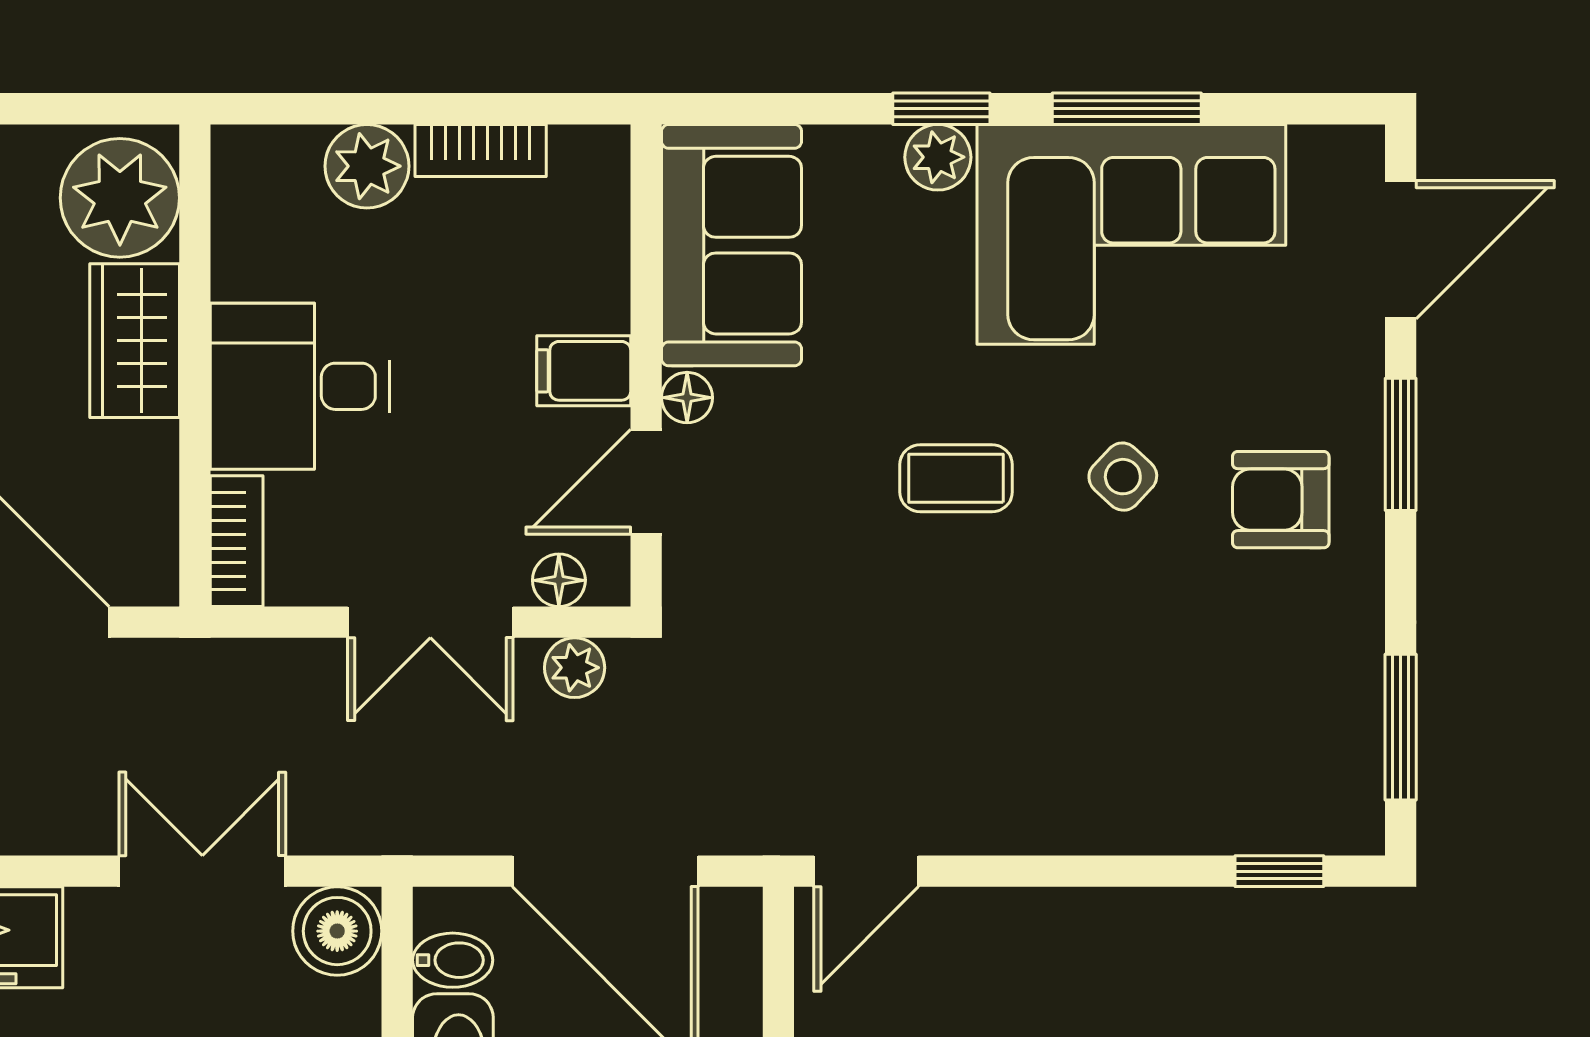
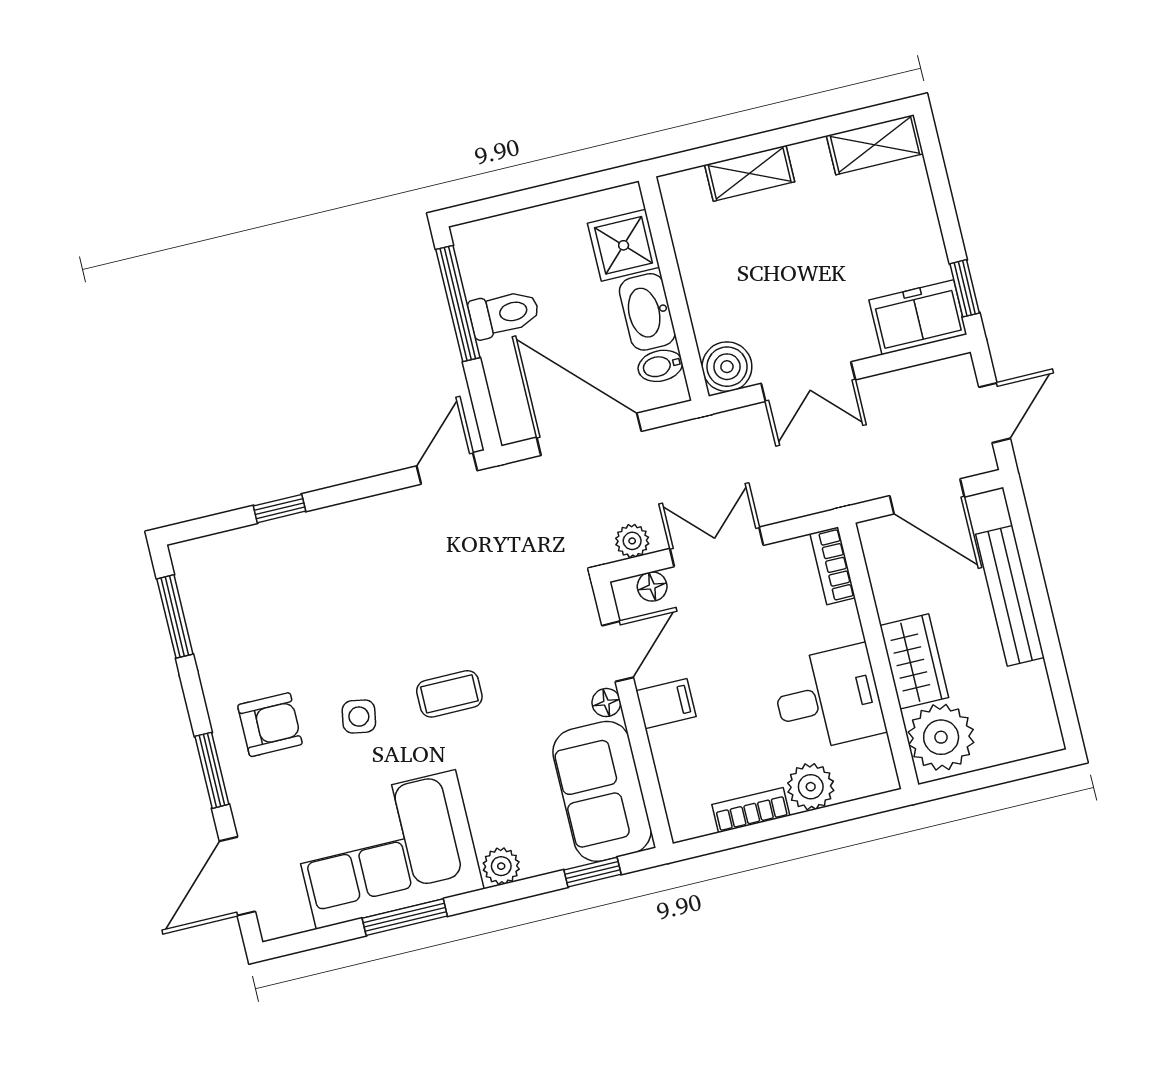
window: (941, 109) -> (592, 872), moved
desk: (300, 386) -> (828, 699), moved
side table: (1123, 477) -> (359, 717), turned -33
window: (1279, 871) -> (280, 509), moved

